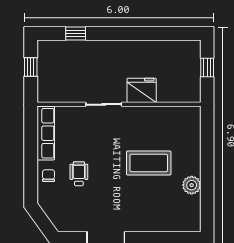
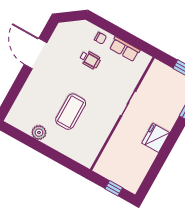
fridge: (142, 90) -> (156, 138), moved, turned 180
row of seats: (46, 133) -> (125, 49), width x0.68

